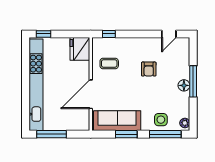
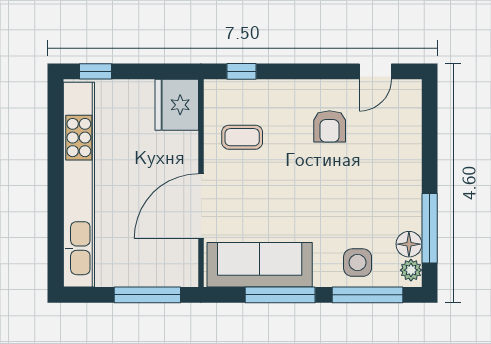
armchair: (149, 69) -> (330, 126), moved
window: (193, 81) -> (430, 228), moved
floor lamp: (184, 85) -> (409, 244), moved
window: (52, 134) -> (147, 295), moved
window: (126, 134) -> (280, 295), width x1.44

